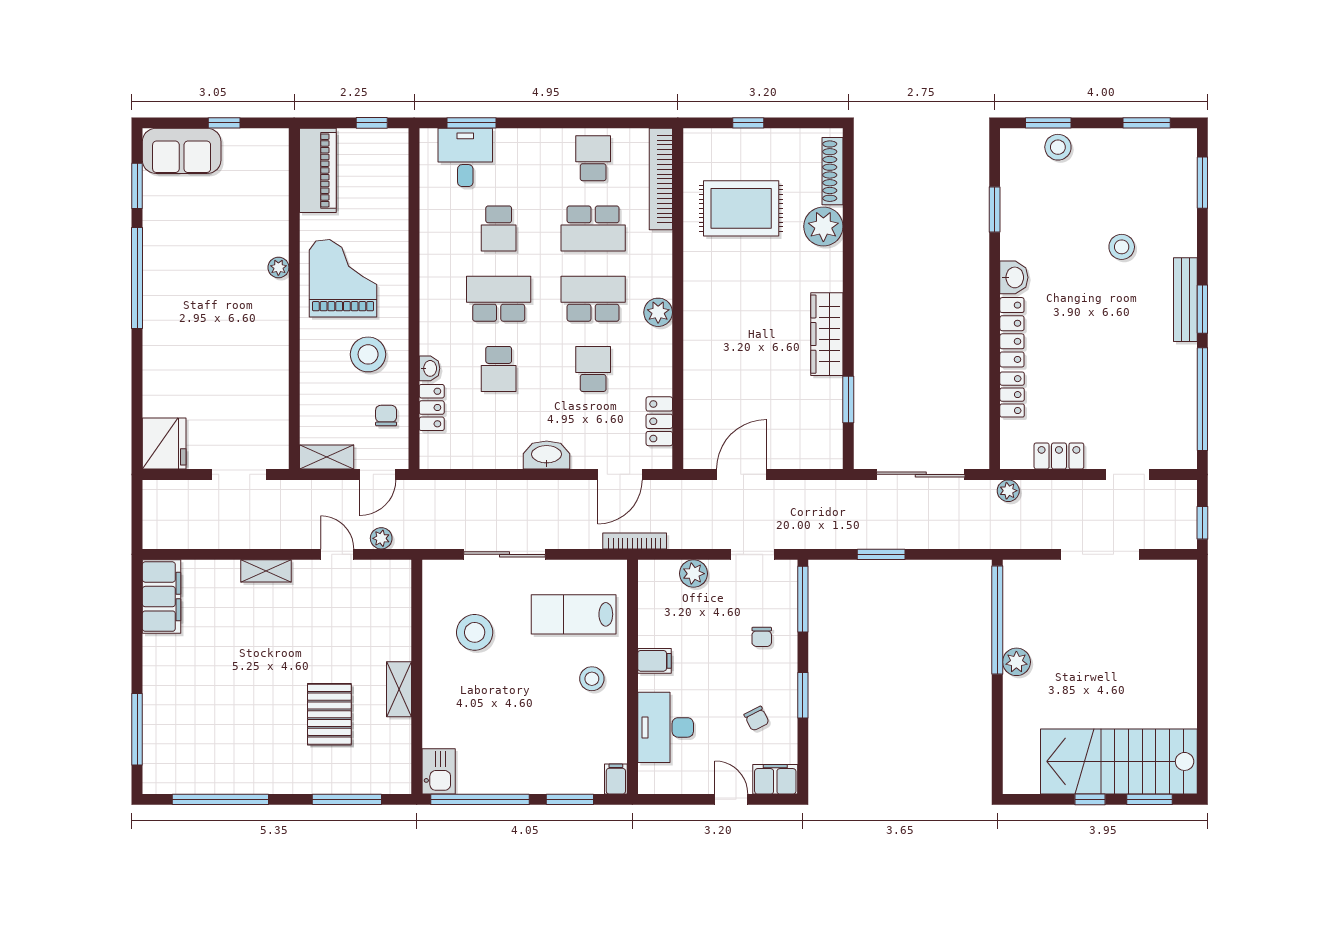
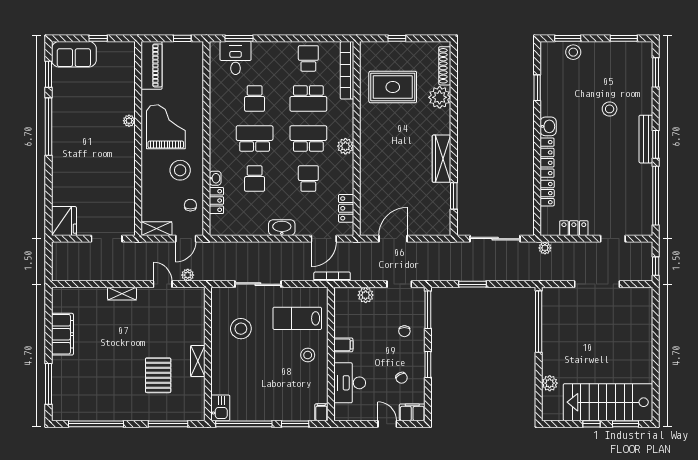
filing cabinet: (161, 597) -> (62, 334), moved
plant: (1016, 662) -> (550, 383), moved

